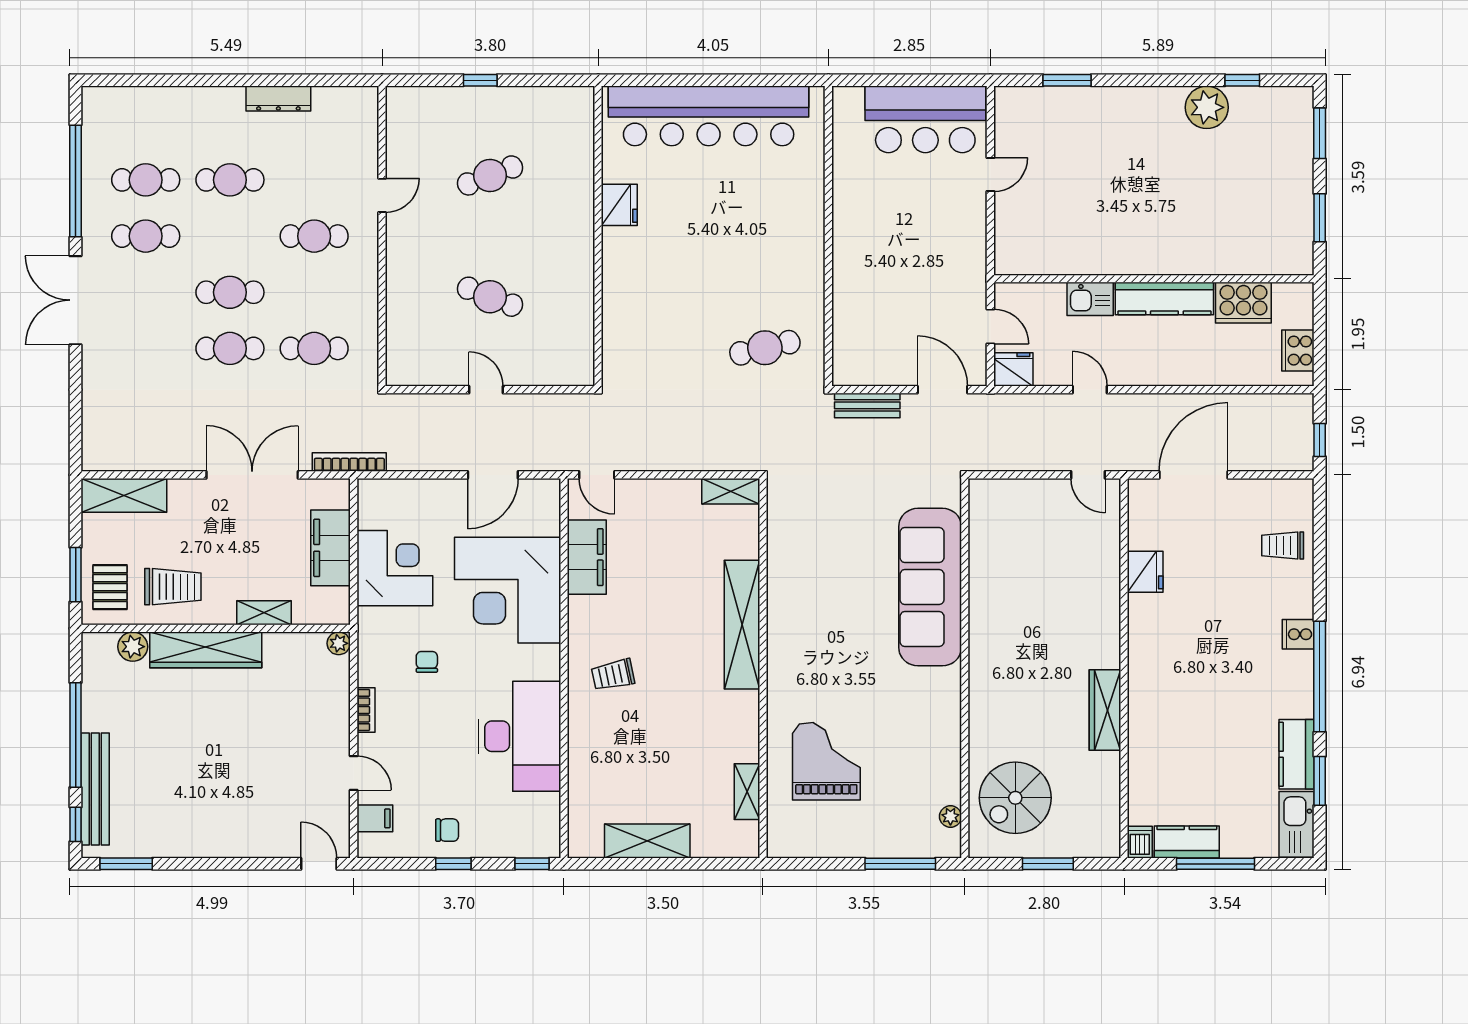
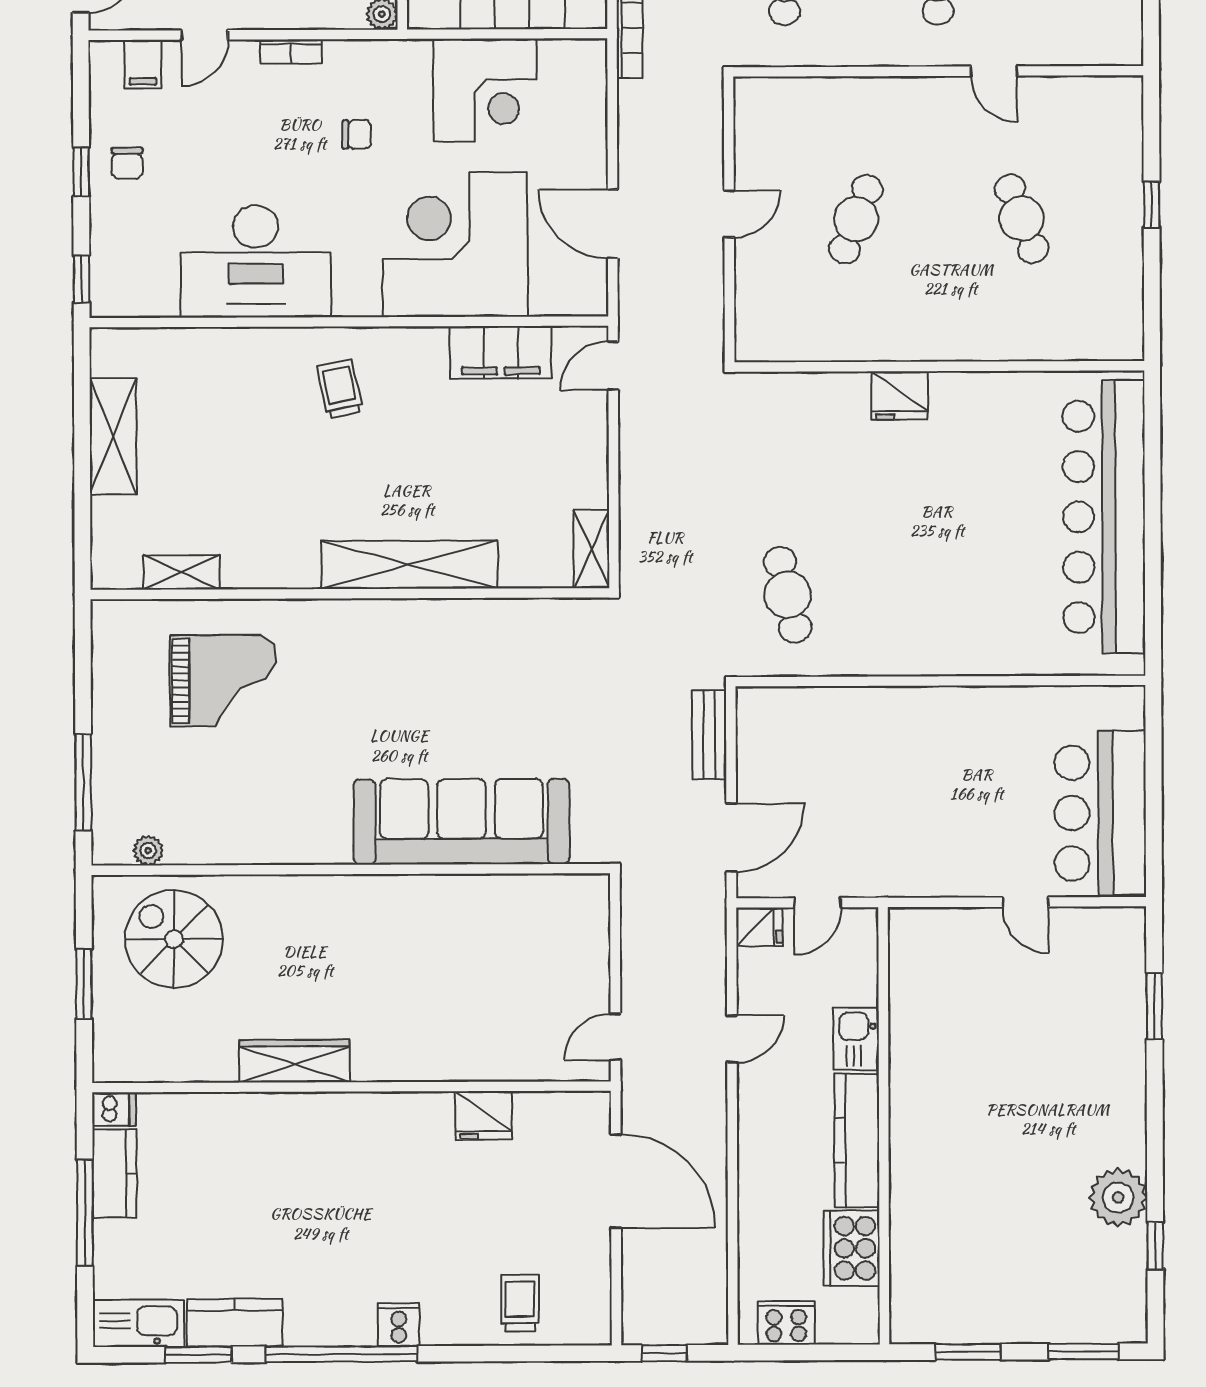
fridge: (619, 205) -> (900, 396), moved
fridge: (1013, 369) -> (759, 927), width x0.72

